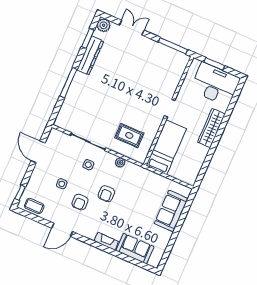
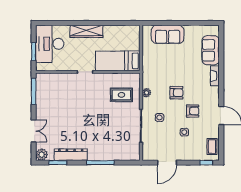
double door: (132, 28) -> (34, 131), swing flipped
rug: (129, 135) -> (121, 95), turned 90

